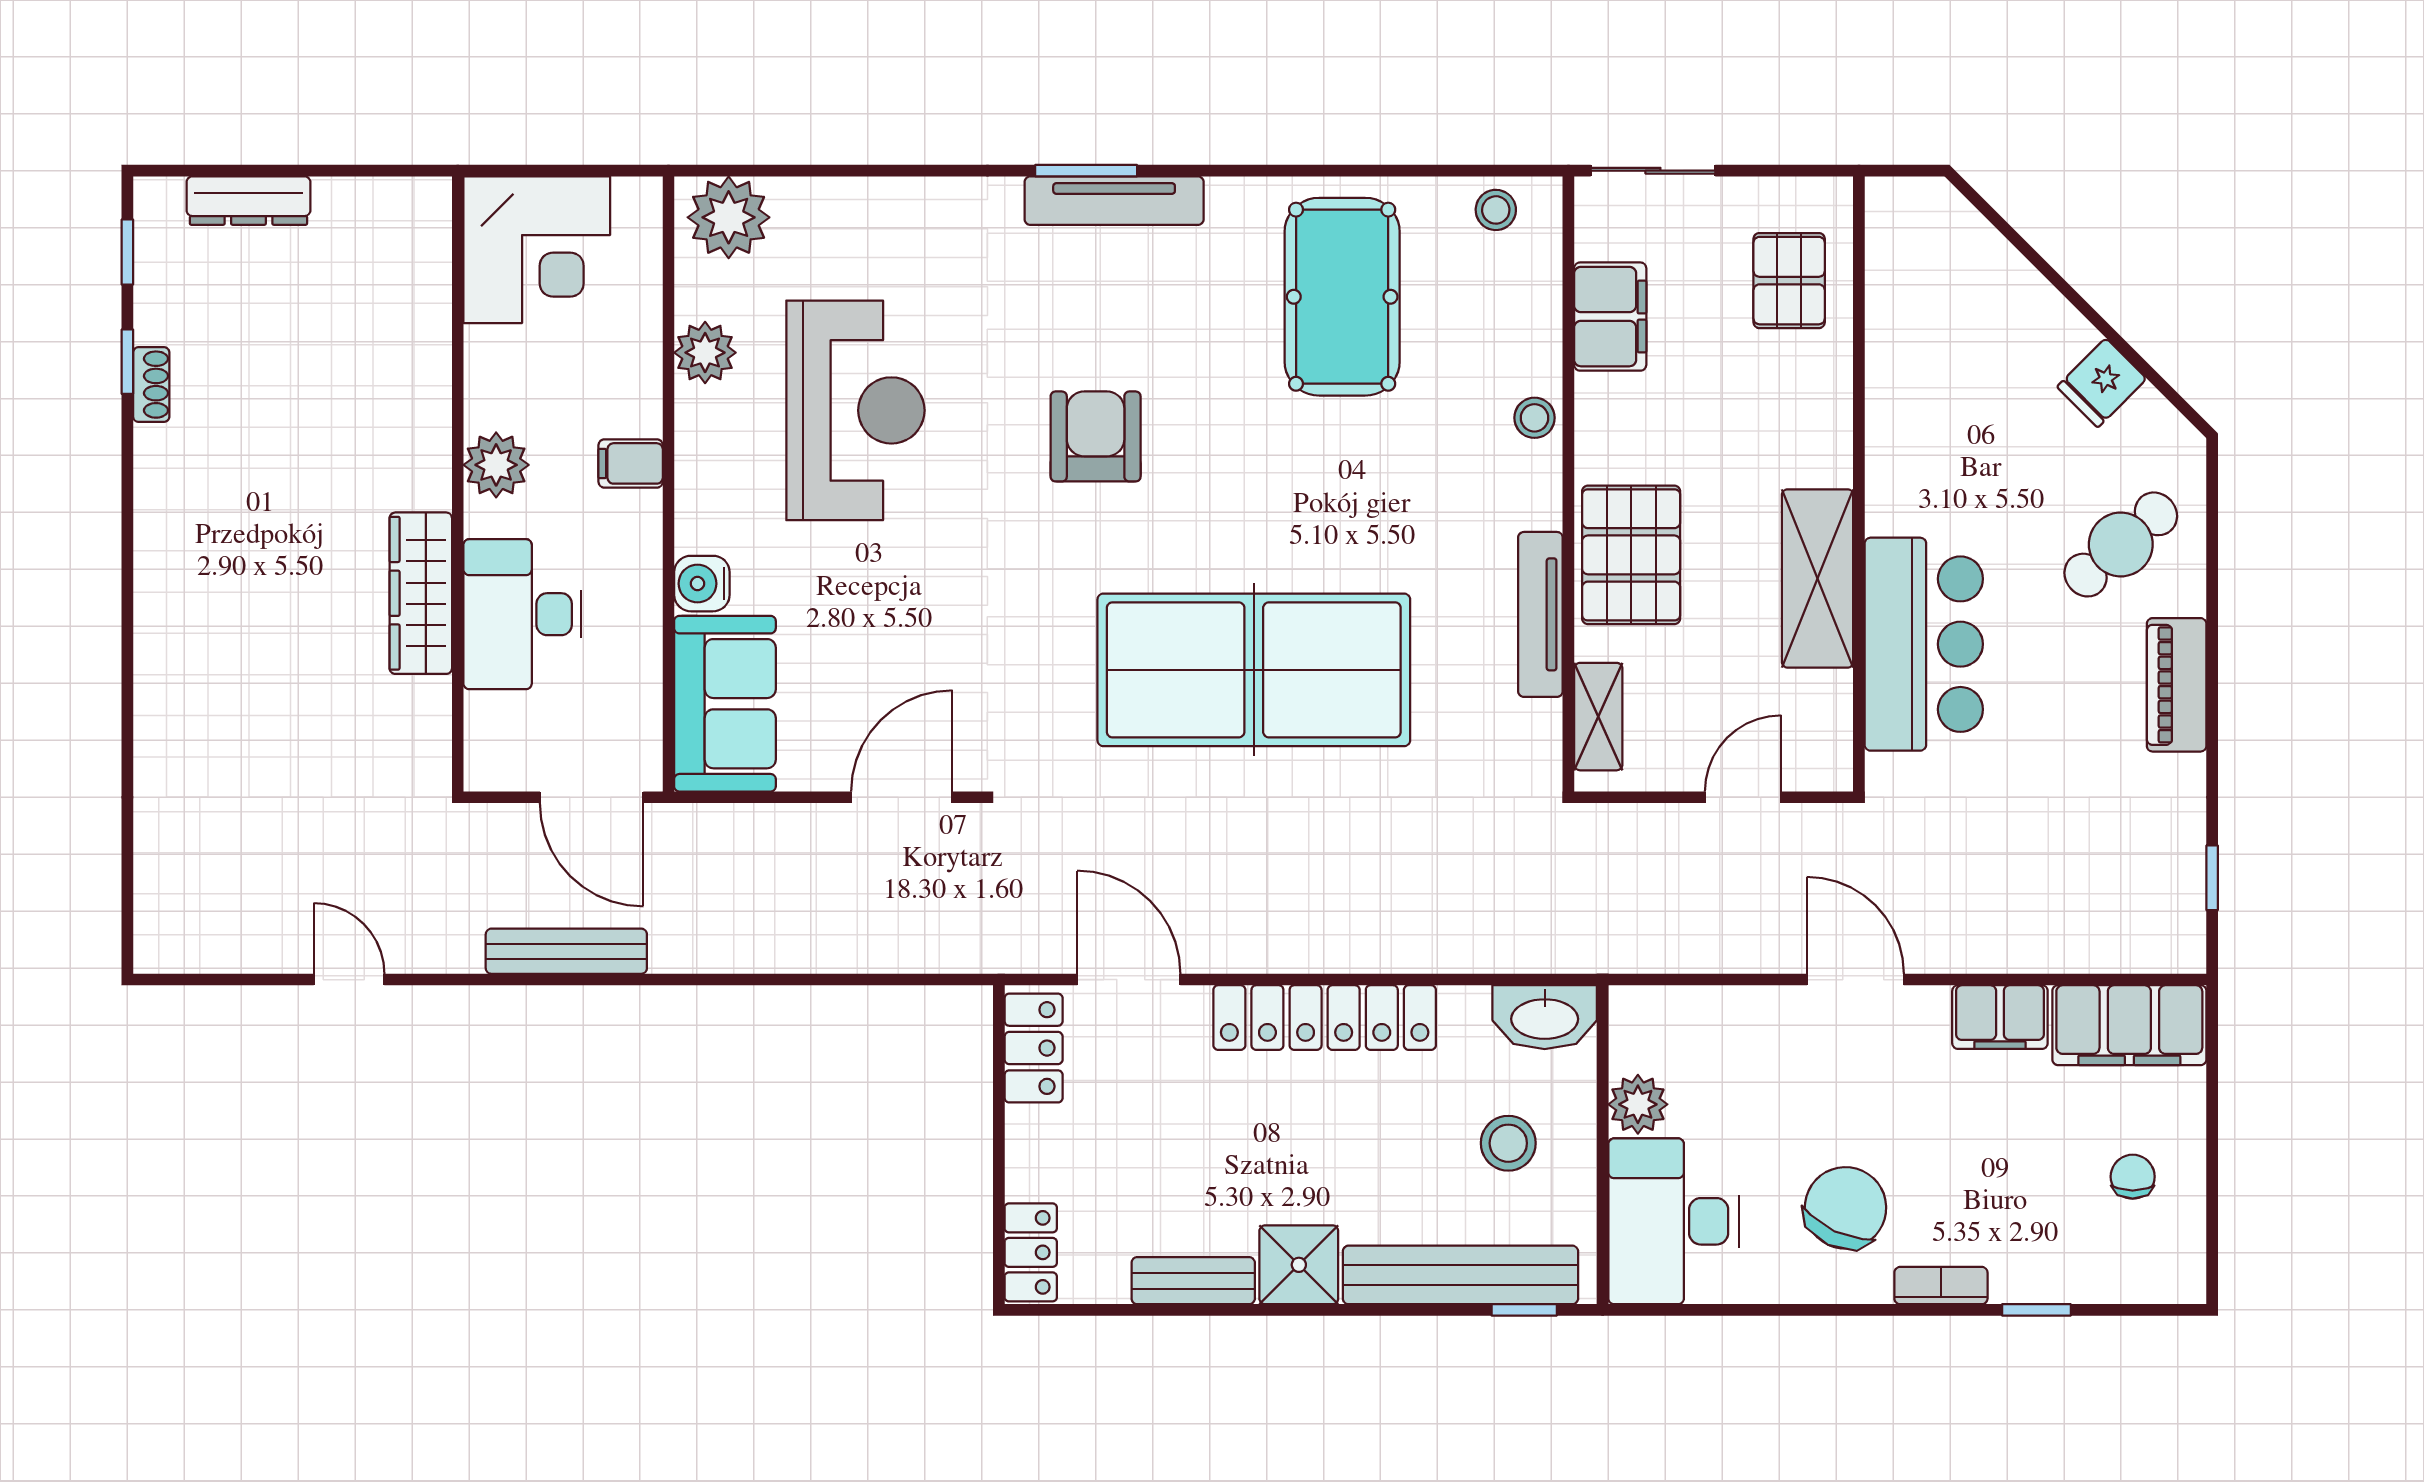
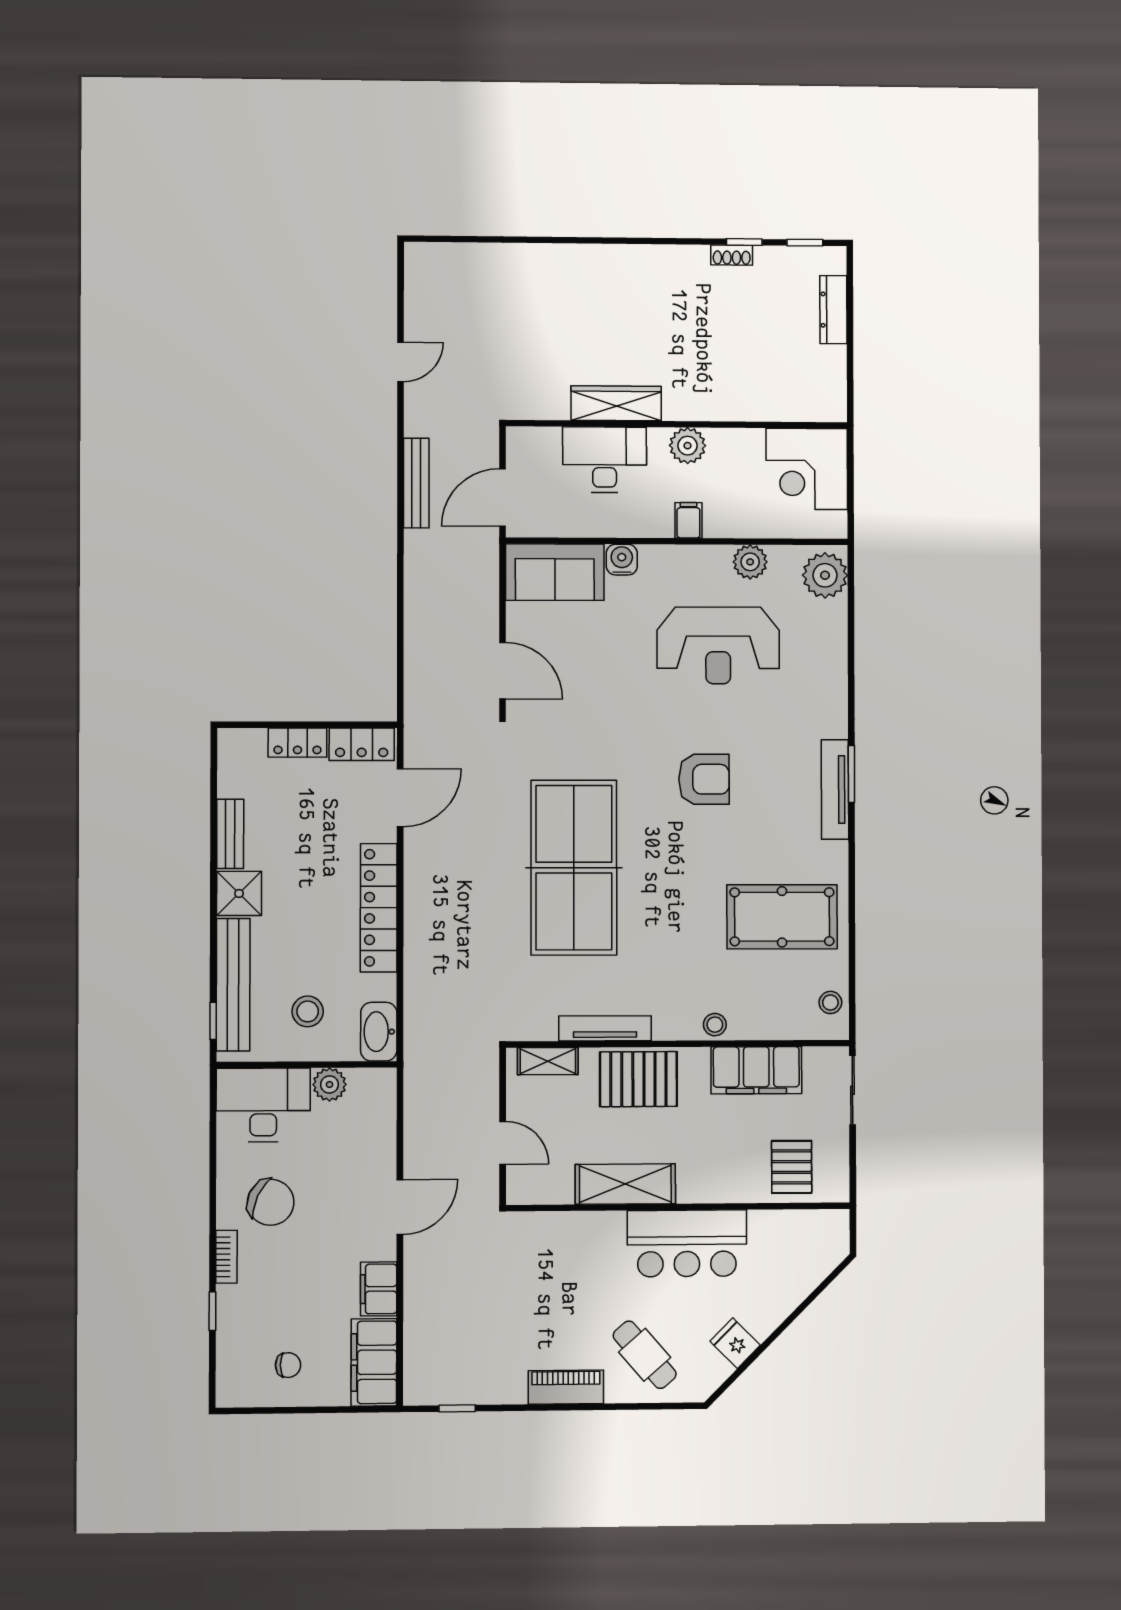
pallet: (1789, 281) -> (792, 1167), turned 90
filing cabinet: (1610, 317) -> (756, 1070), width x1.50, depth x1.17
bar counter: (1924, 644) -> (687, 1243), moved
locker: (1031, 1252) -> (297, 743), moved

